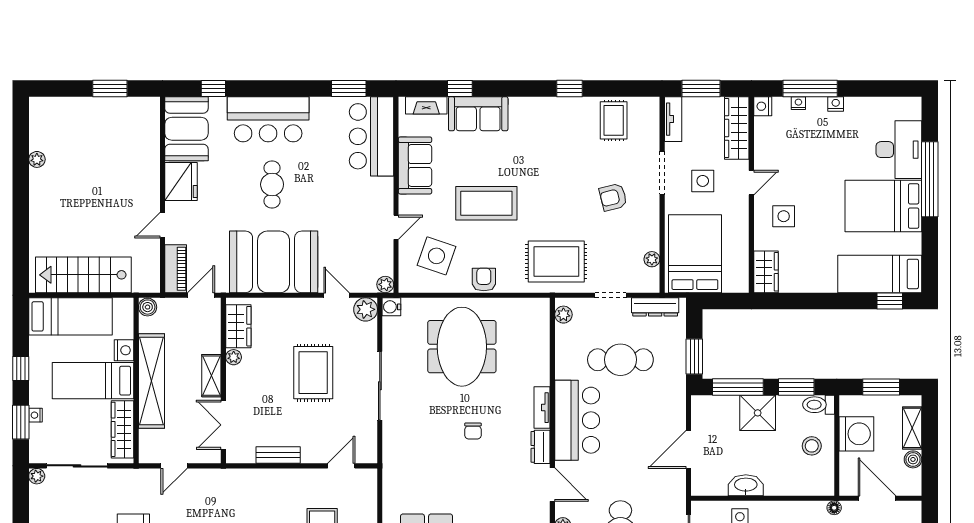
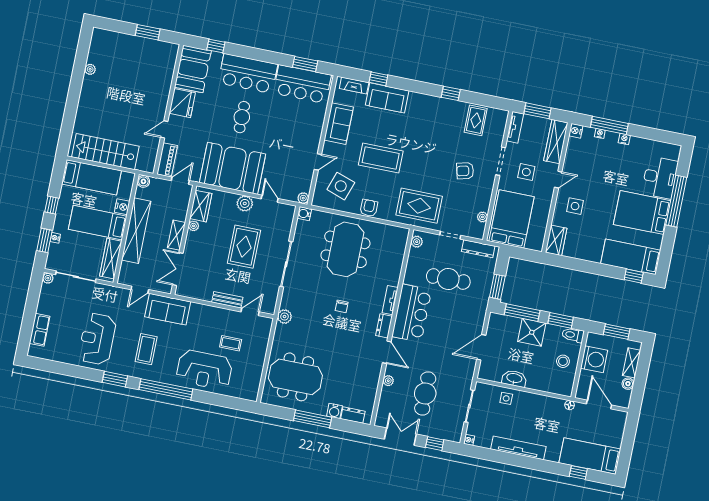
bar counter: (372, 136) -> (302, 84), moved, turned -90
plant: (366, 309) -> (245, 203), moved
bench: (278, 455) -> (227, 300), moved
plant: (393, 463) -> (285, 317), added
sofa: (220, 486) -> (168, 309), added

